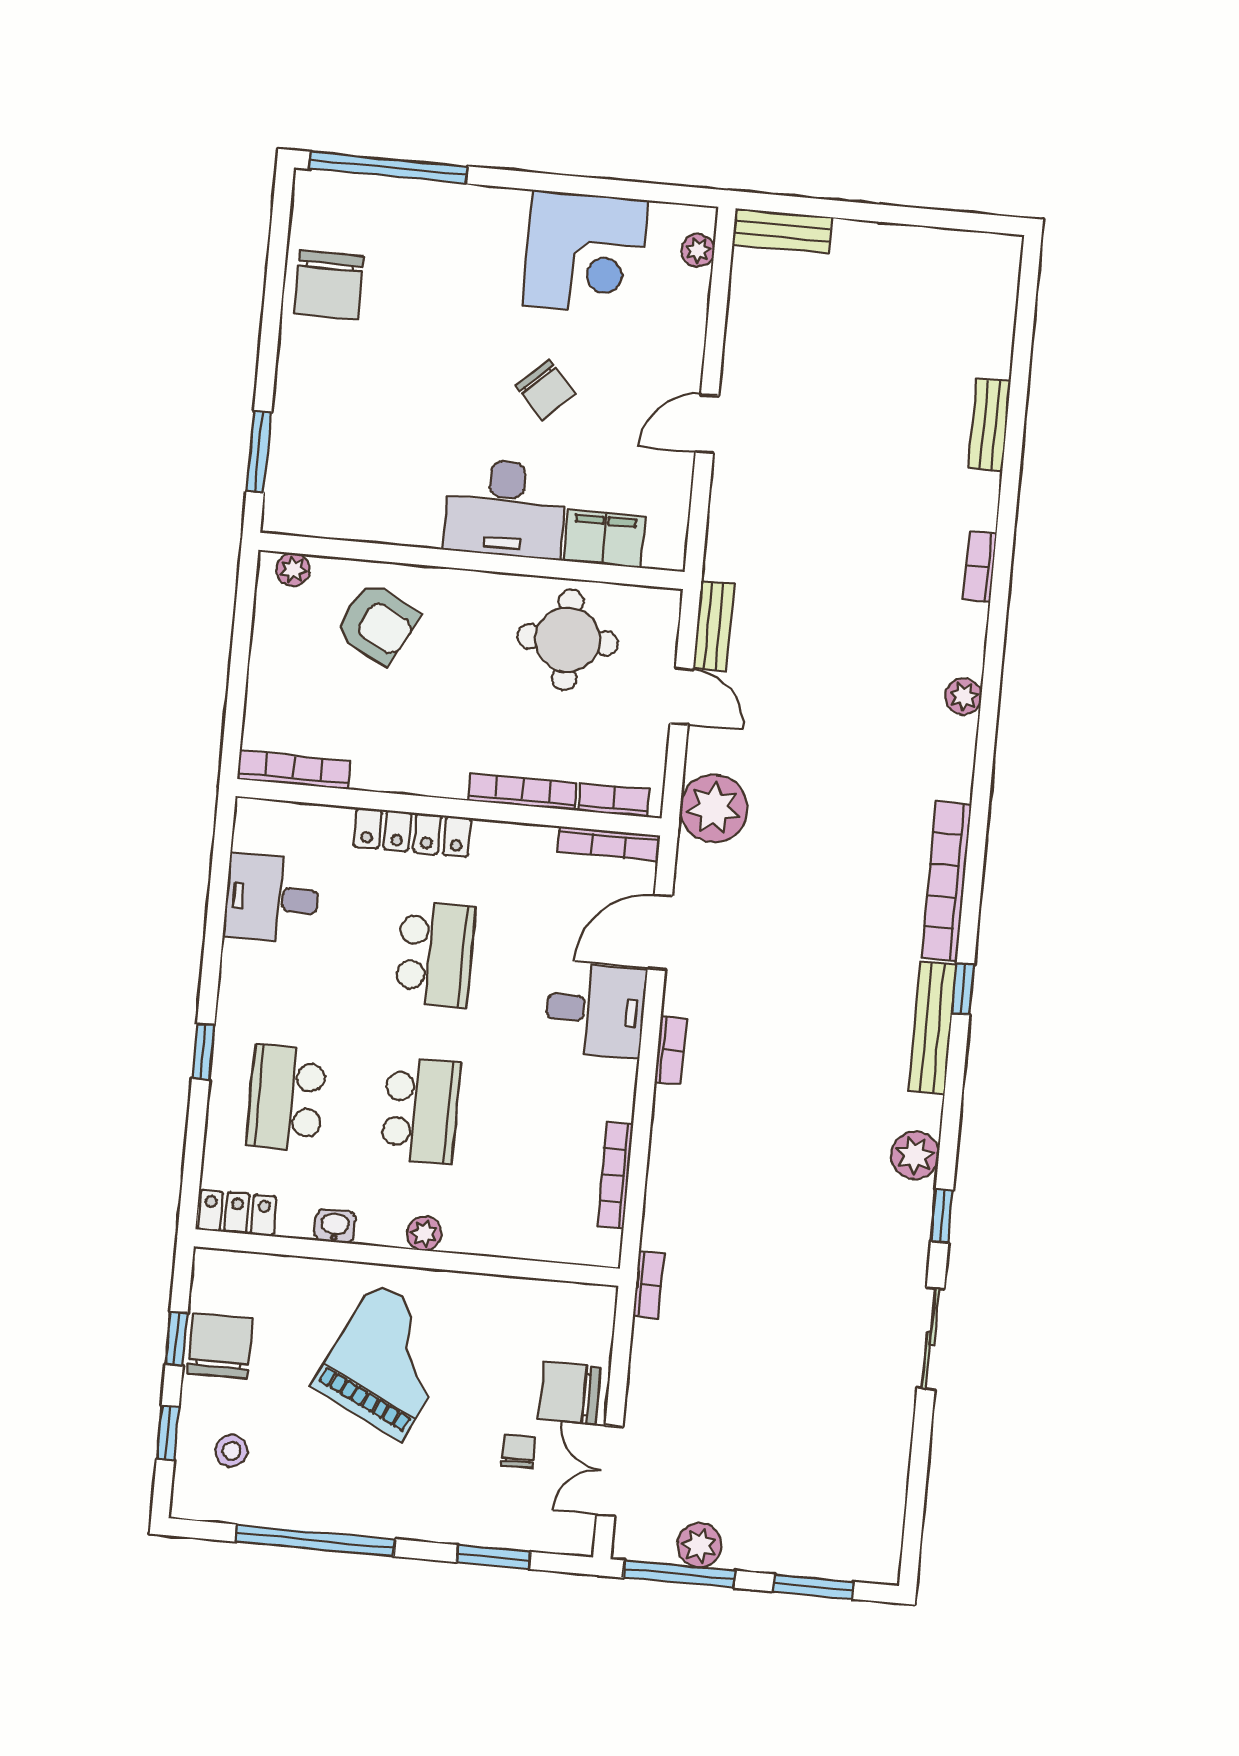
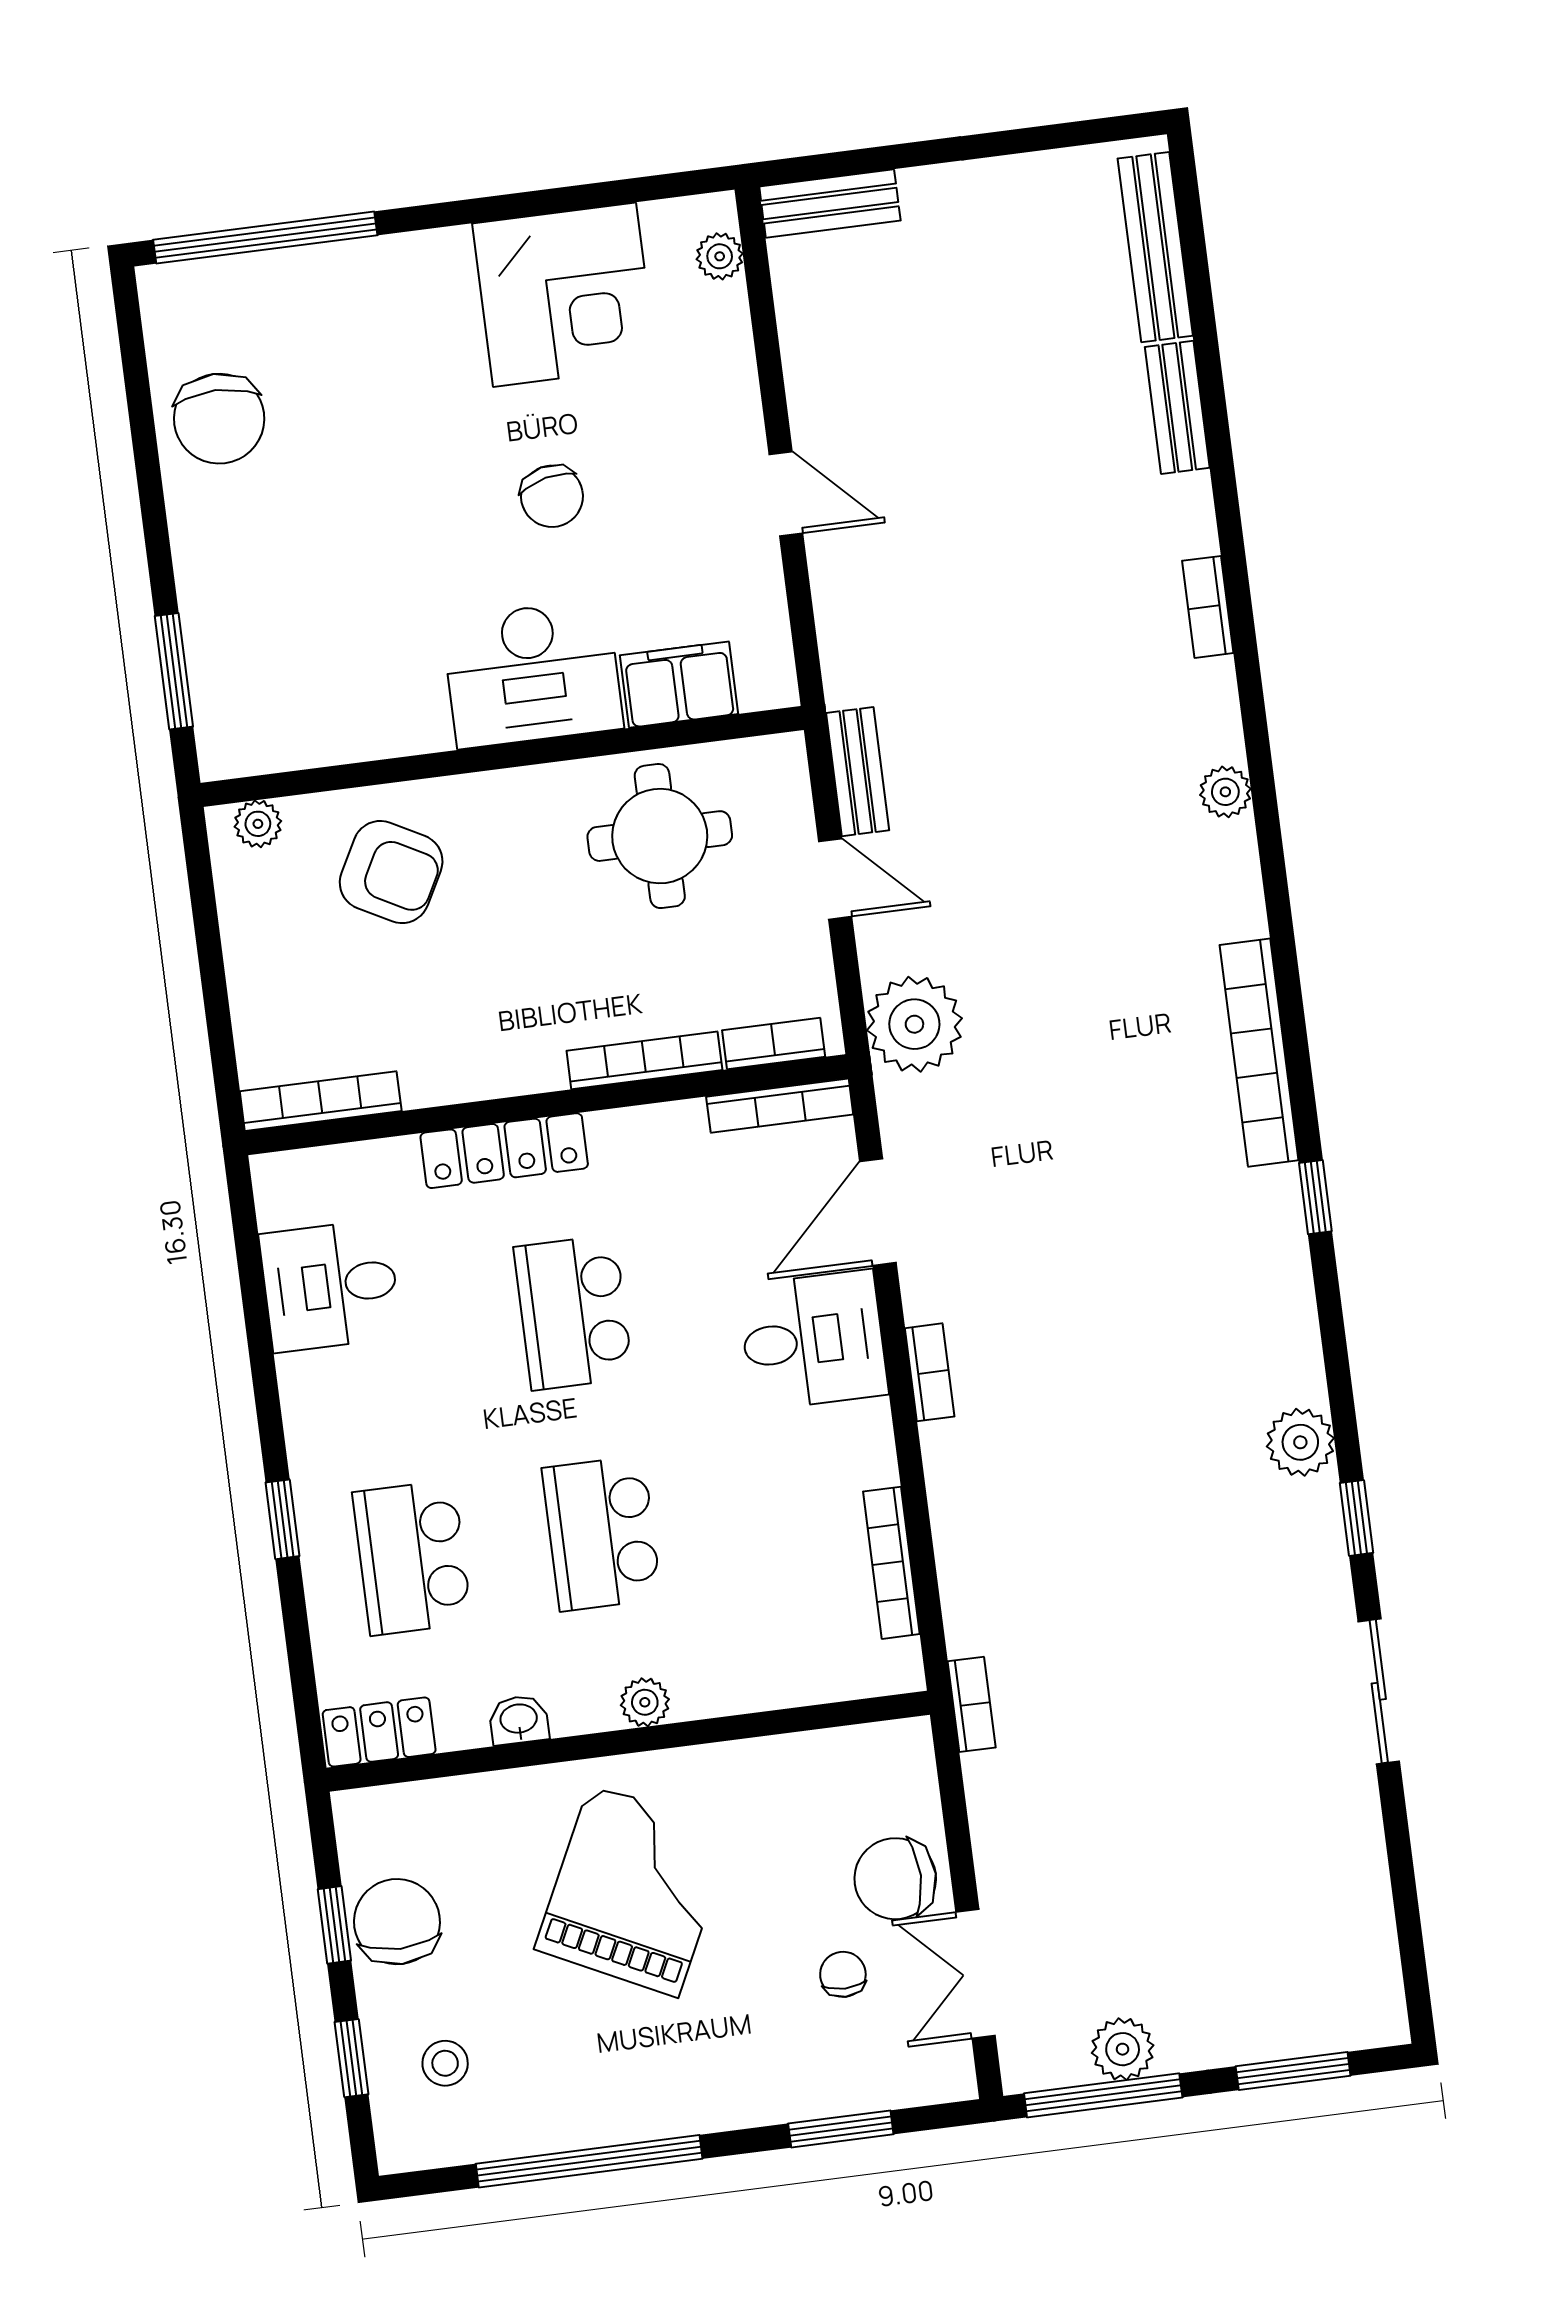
chair: (546, 390) -> (552, 496), turned 30
door: (707, 424) -> (786, 494), swing flipped
school desk: (435, 954) -> (573, 1312), turned 180
bench: (932, 1028) -> (1155, 247), moved
school desk: (420, 1111) -> (602, 1533), turned 180

